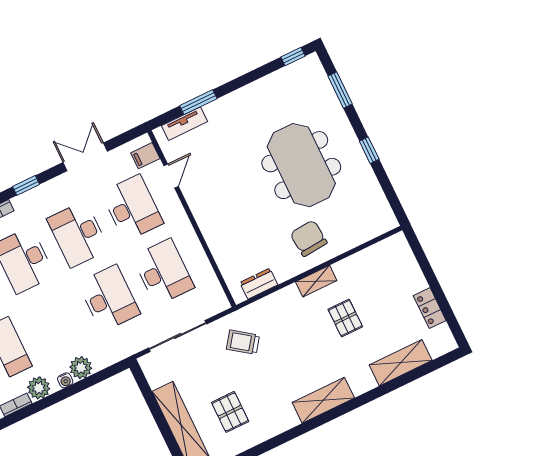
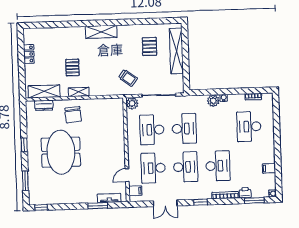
dresser: (259, 284) -> (44, 105), moved
desk: (109, 298) -> (184, 129), turned 180
shelving: (401, 363) -> (44, 91), moved
plant: (39, 388) -> (132, 103), moved

